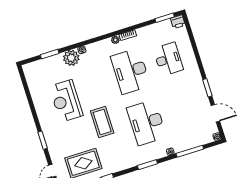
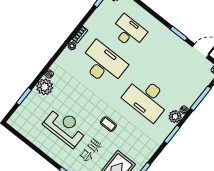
desk: (130, 71) -> (103, 64), turned 180
reception desk: (66, 101) -> (65, 127), turned 180
coffee table: (102, 122) -> (108, 124), width x0.54, depth x0.58
plant: (160, 152) -> (175, 117), added

